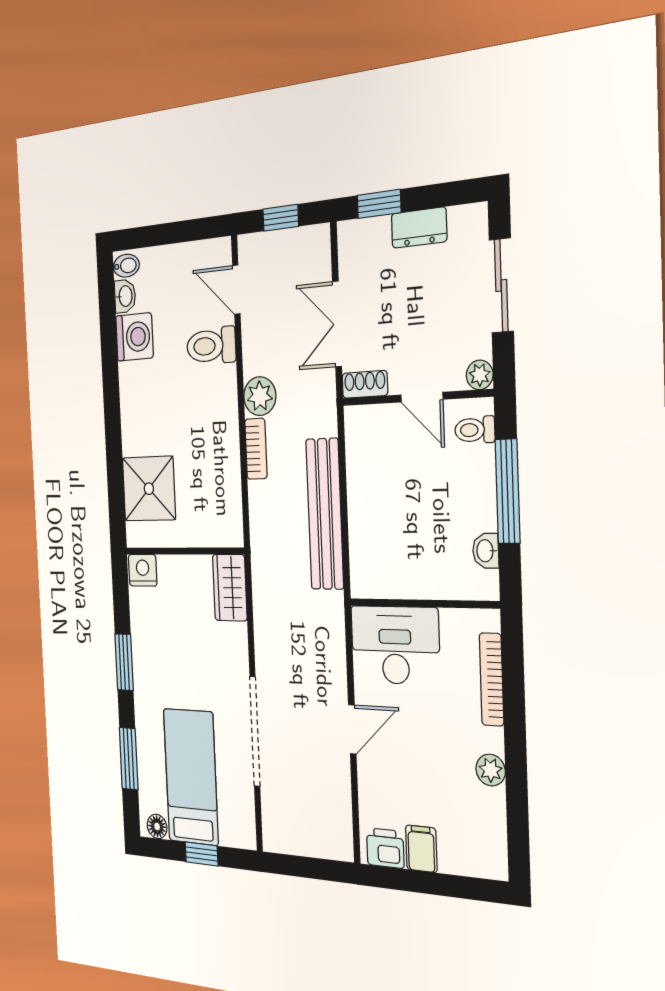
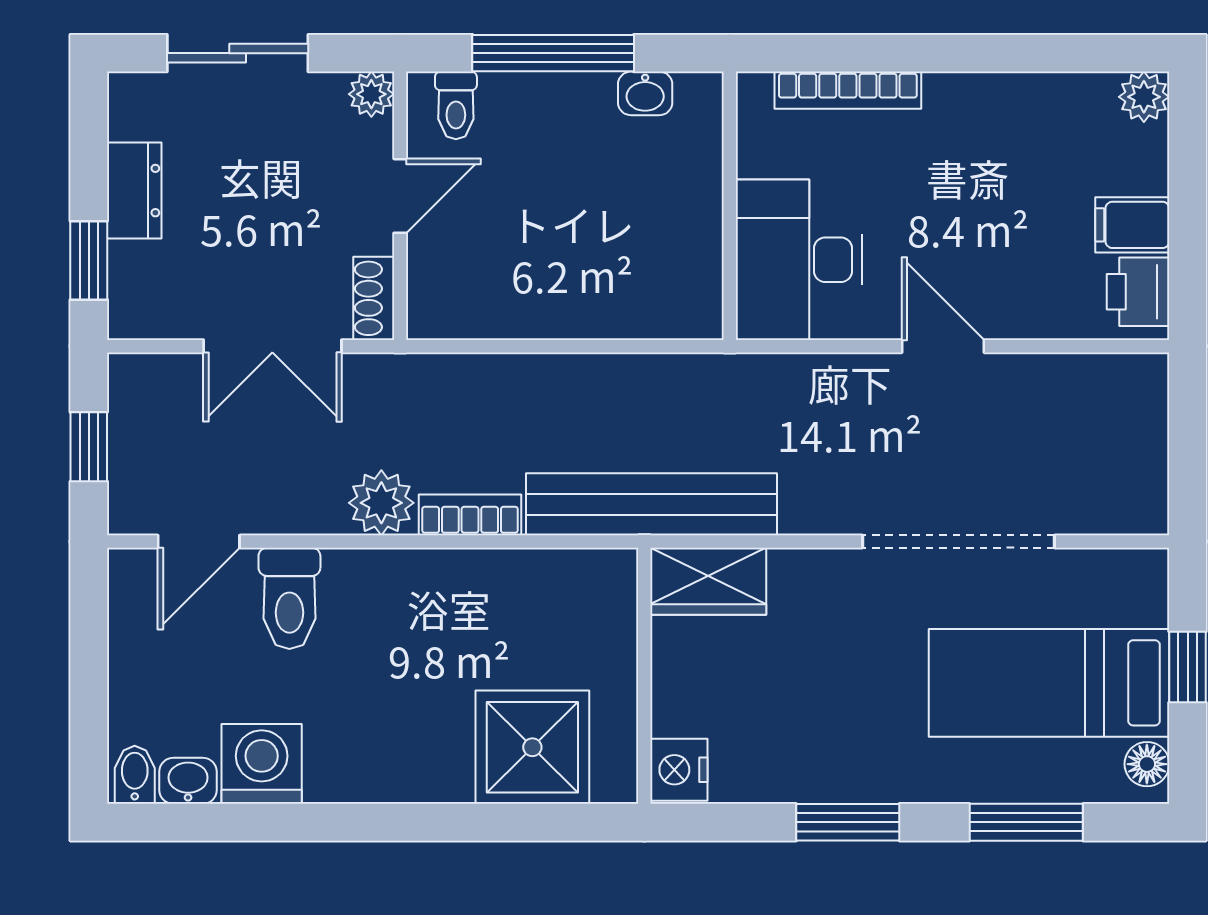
bench: (325, 514) -> (651, 504), moved
plant: (491, 770) -> (1144, 97), moved

